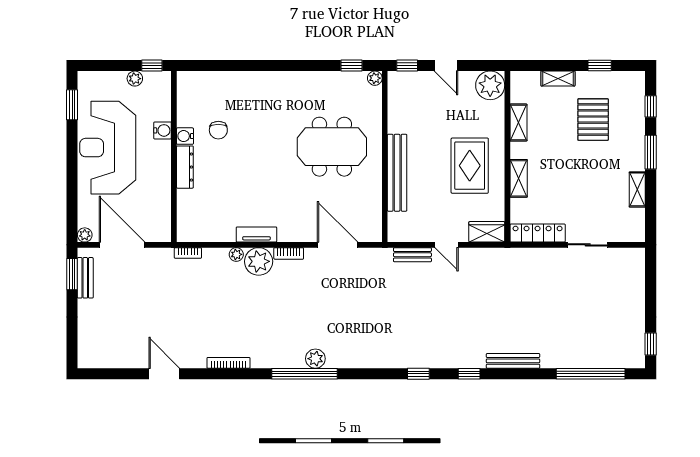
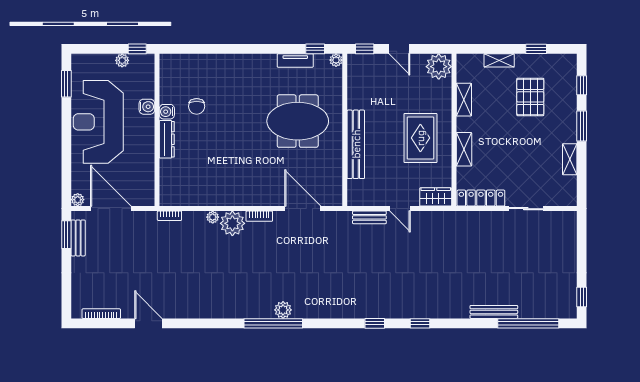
tv unit: (256, 234) -> (295, 60), moved, turned 180
bench: (513, 361) -> (494, 312), moved
bookcase: (228, 363) -> (101, 314), moved

